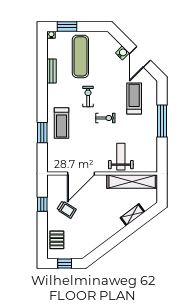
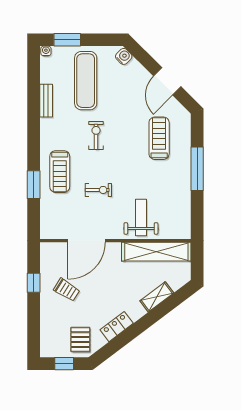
water cooler: (122, 53) -> (124, 56), moved
exercise bike: (105, 118) -> (98, 190), moved
locker: (103, 236) -> (117, 327), added
pallet: (57, 240) -> (80, 340), moved

